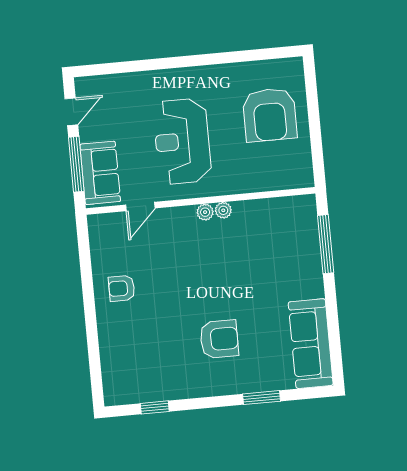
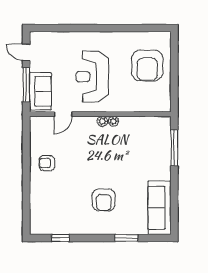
door: (71, 112) -> (26, 52), swing flipped
armchair: (219, 339) -> (104, 200), turned 90

